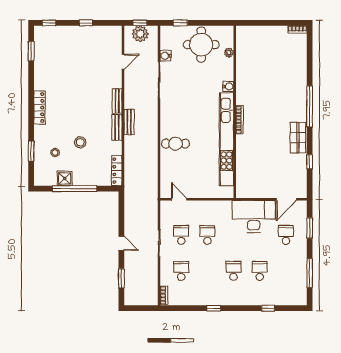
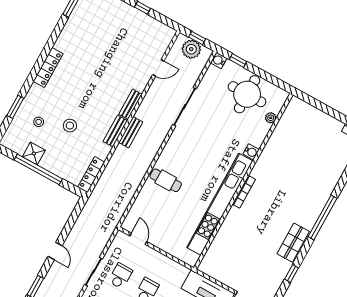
water cooler: (166, 56) -> (219, 61), moved

